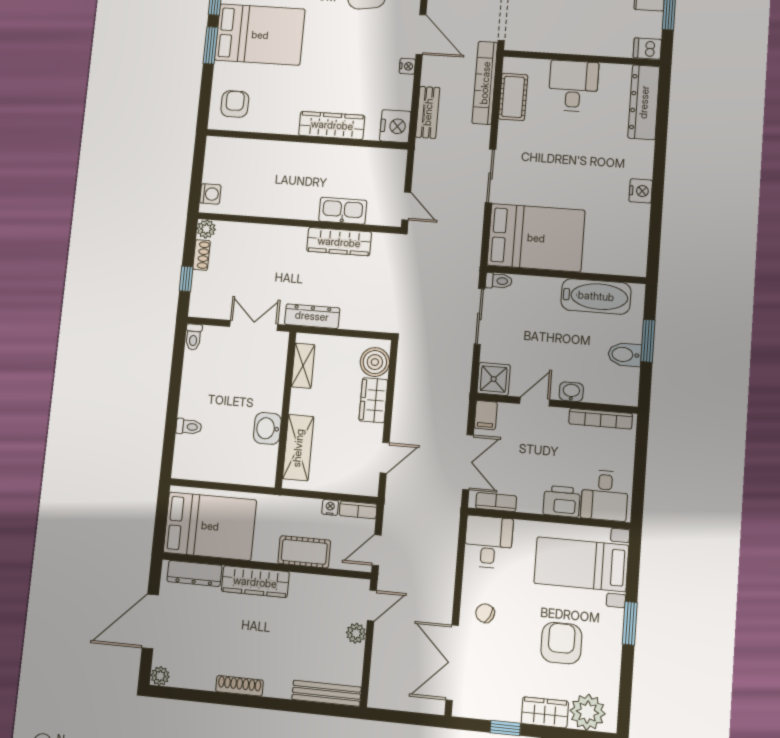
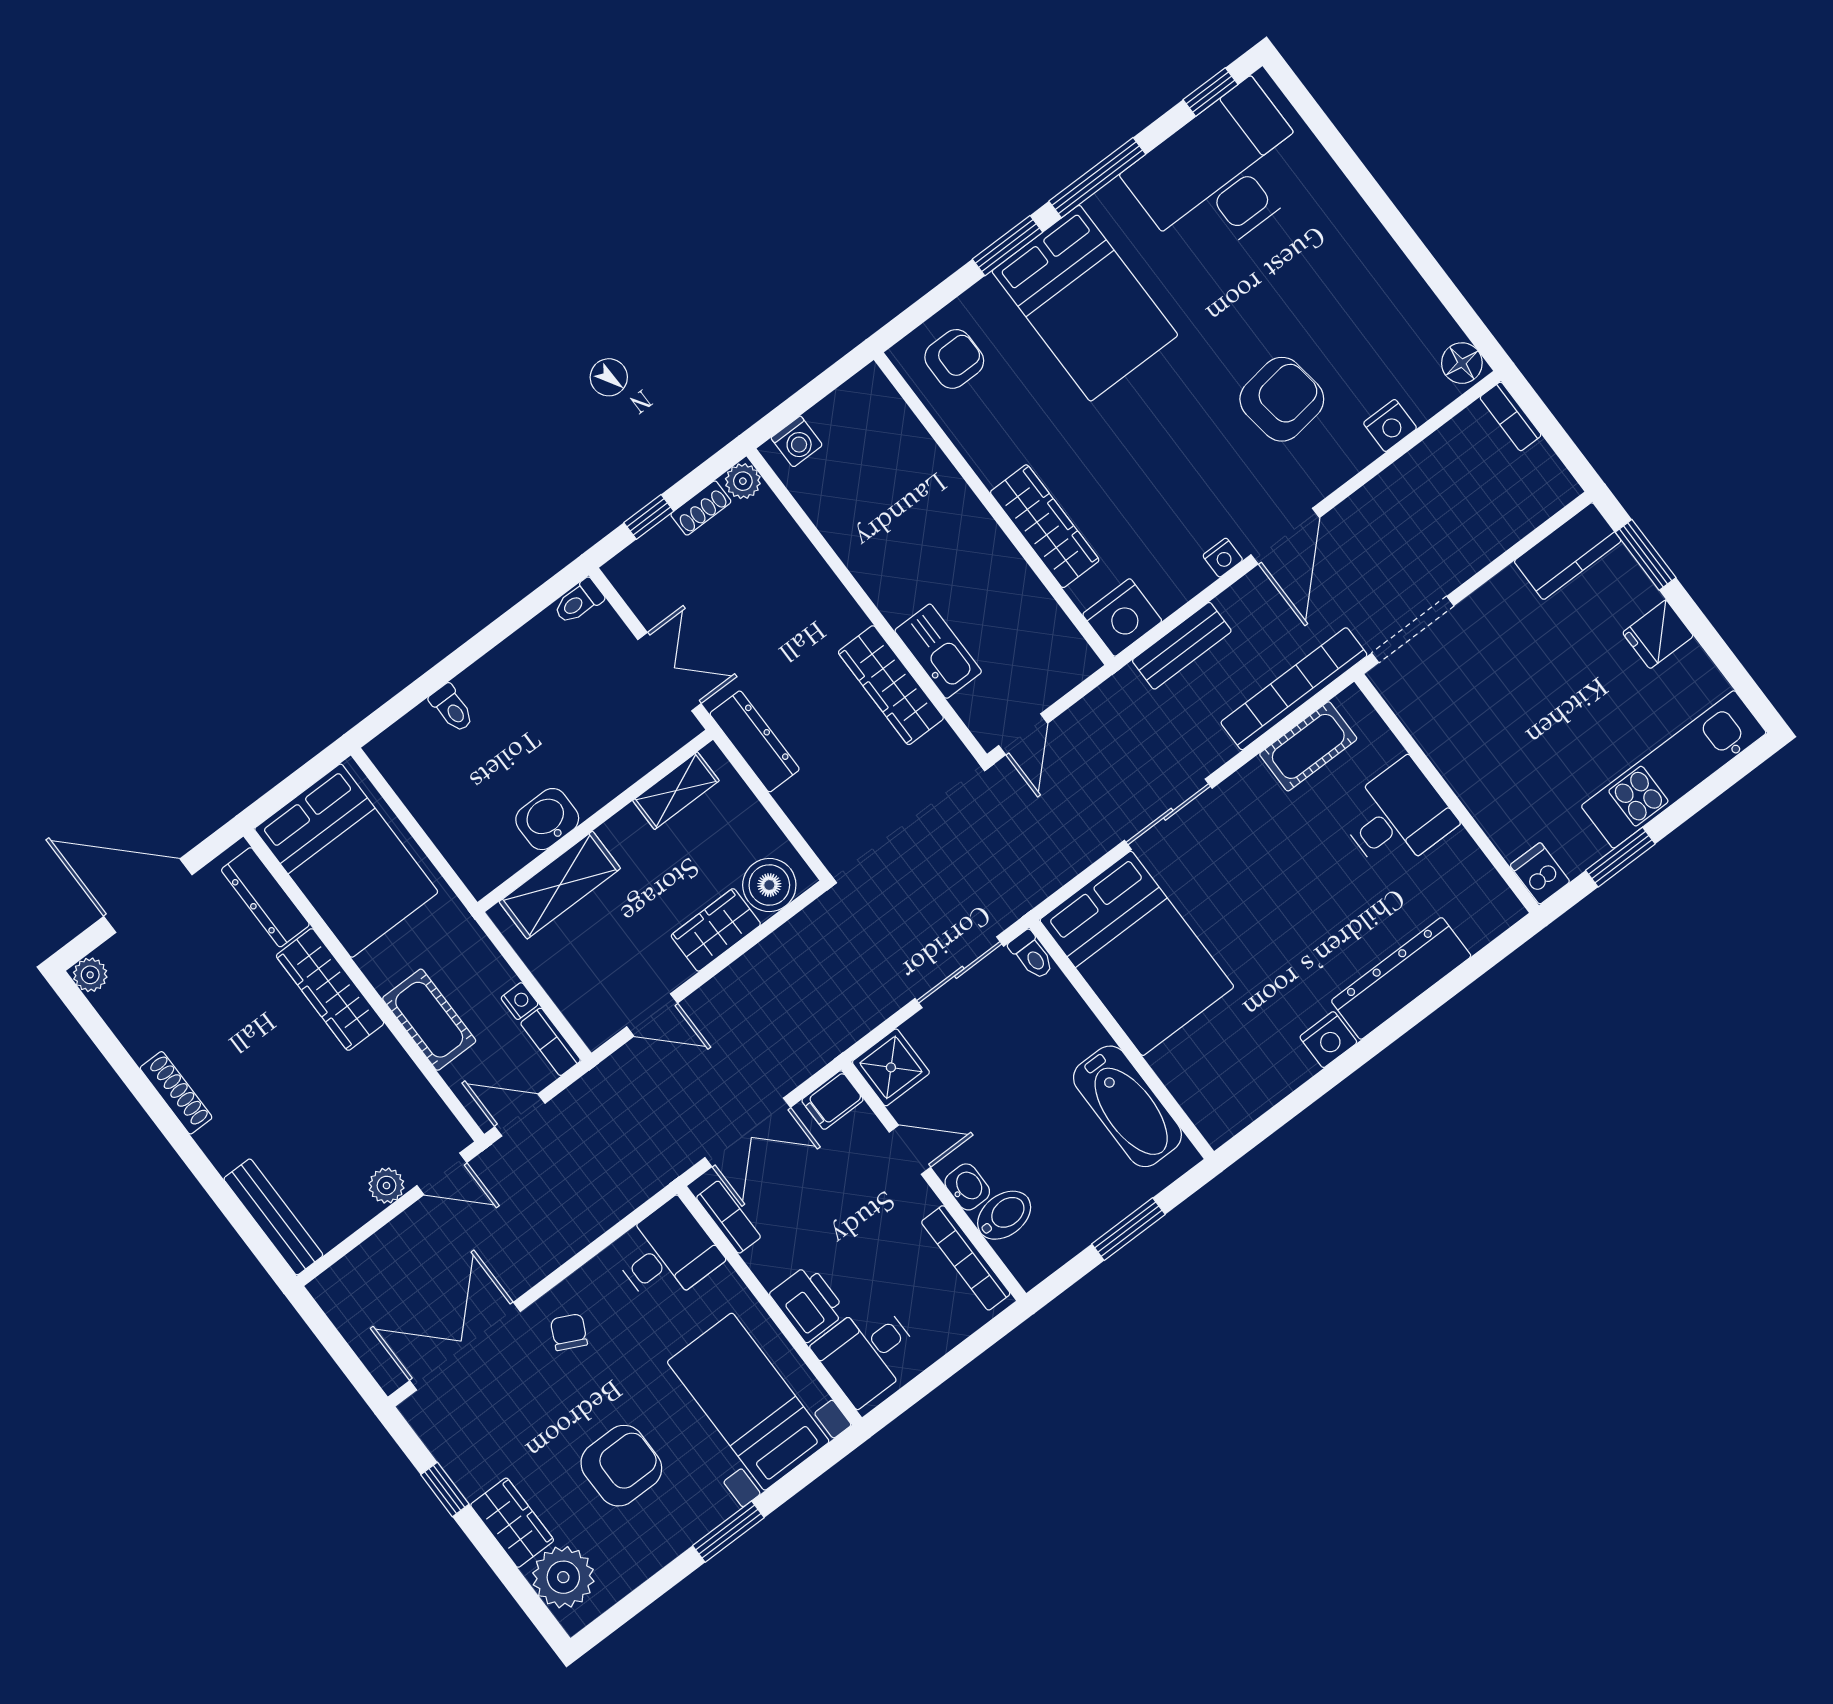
dresser: (644, 102) -> (1401, 978), moved
bidet: (625, 355) -> (1004, 1215), moved, turned 90

